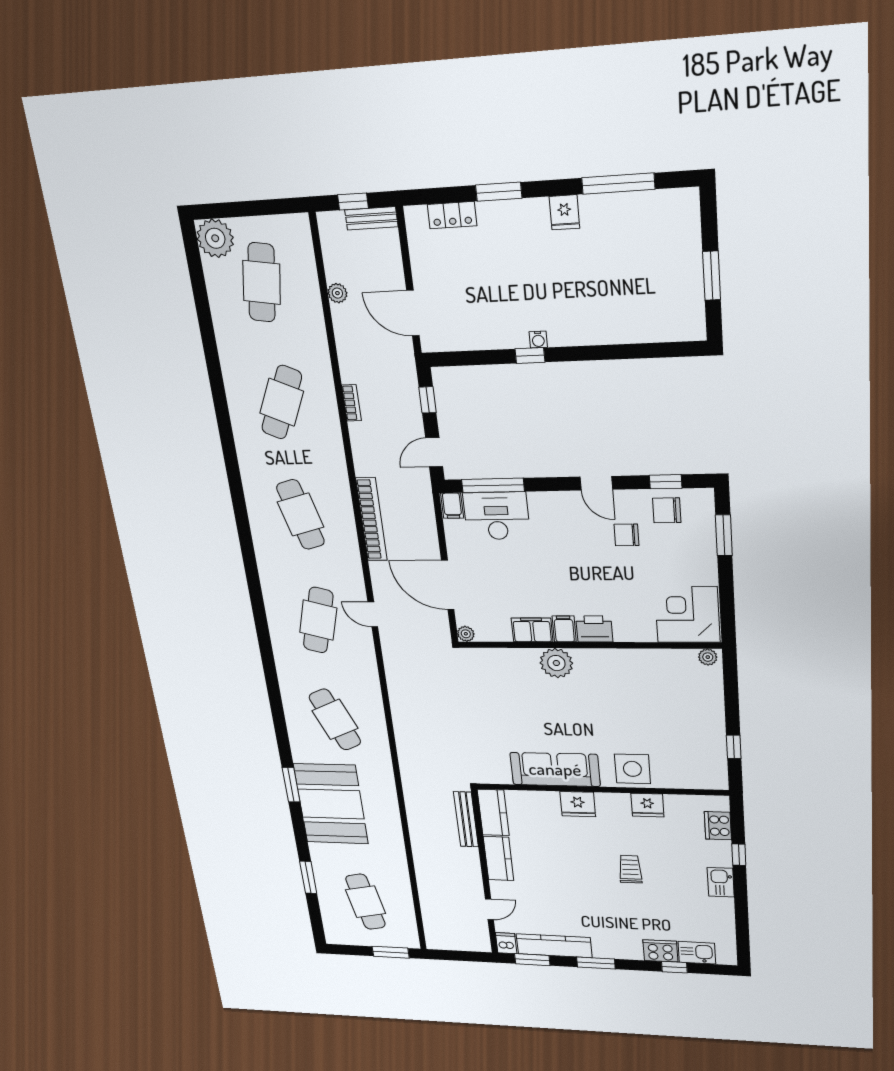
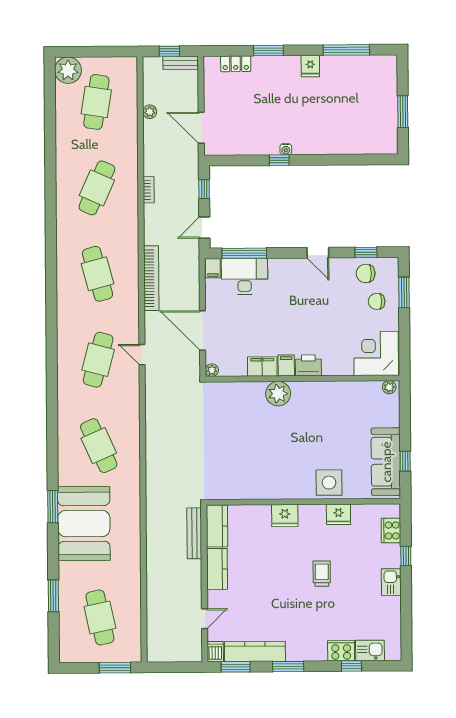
chair: (626, 535) -> (377, 301), moved
sofa: (555, 769) -> (386, 462), moved, turned -90

